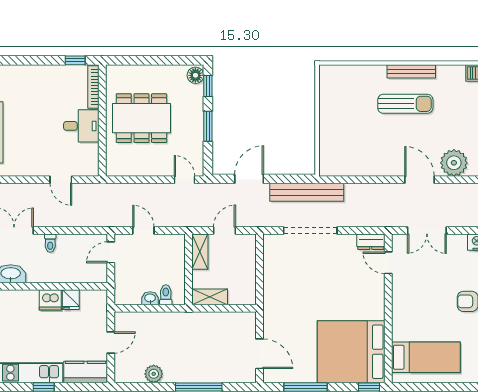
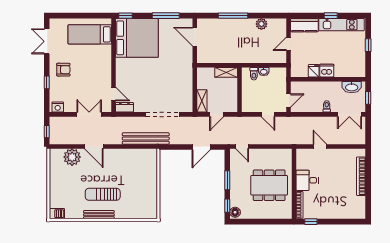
bench: (307, 192) -> (146, 138), moved
shelving: (200, 252) -> (202, 101), moved

